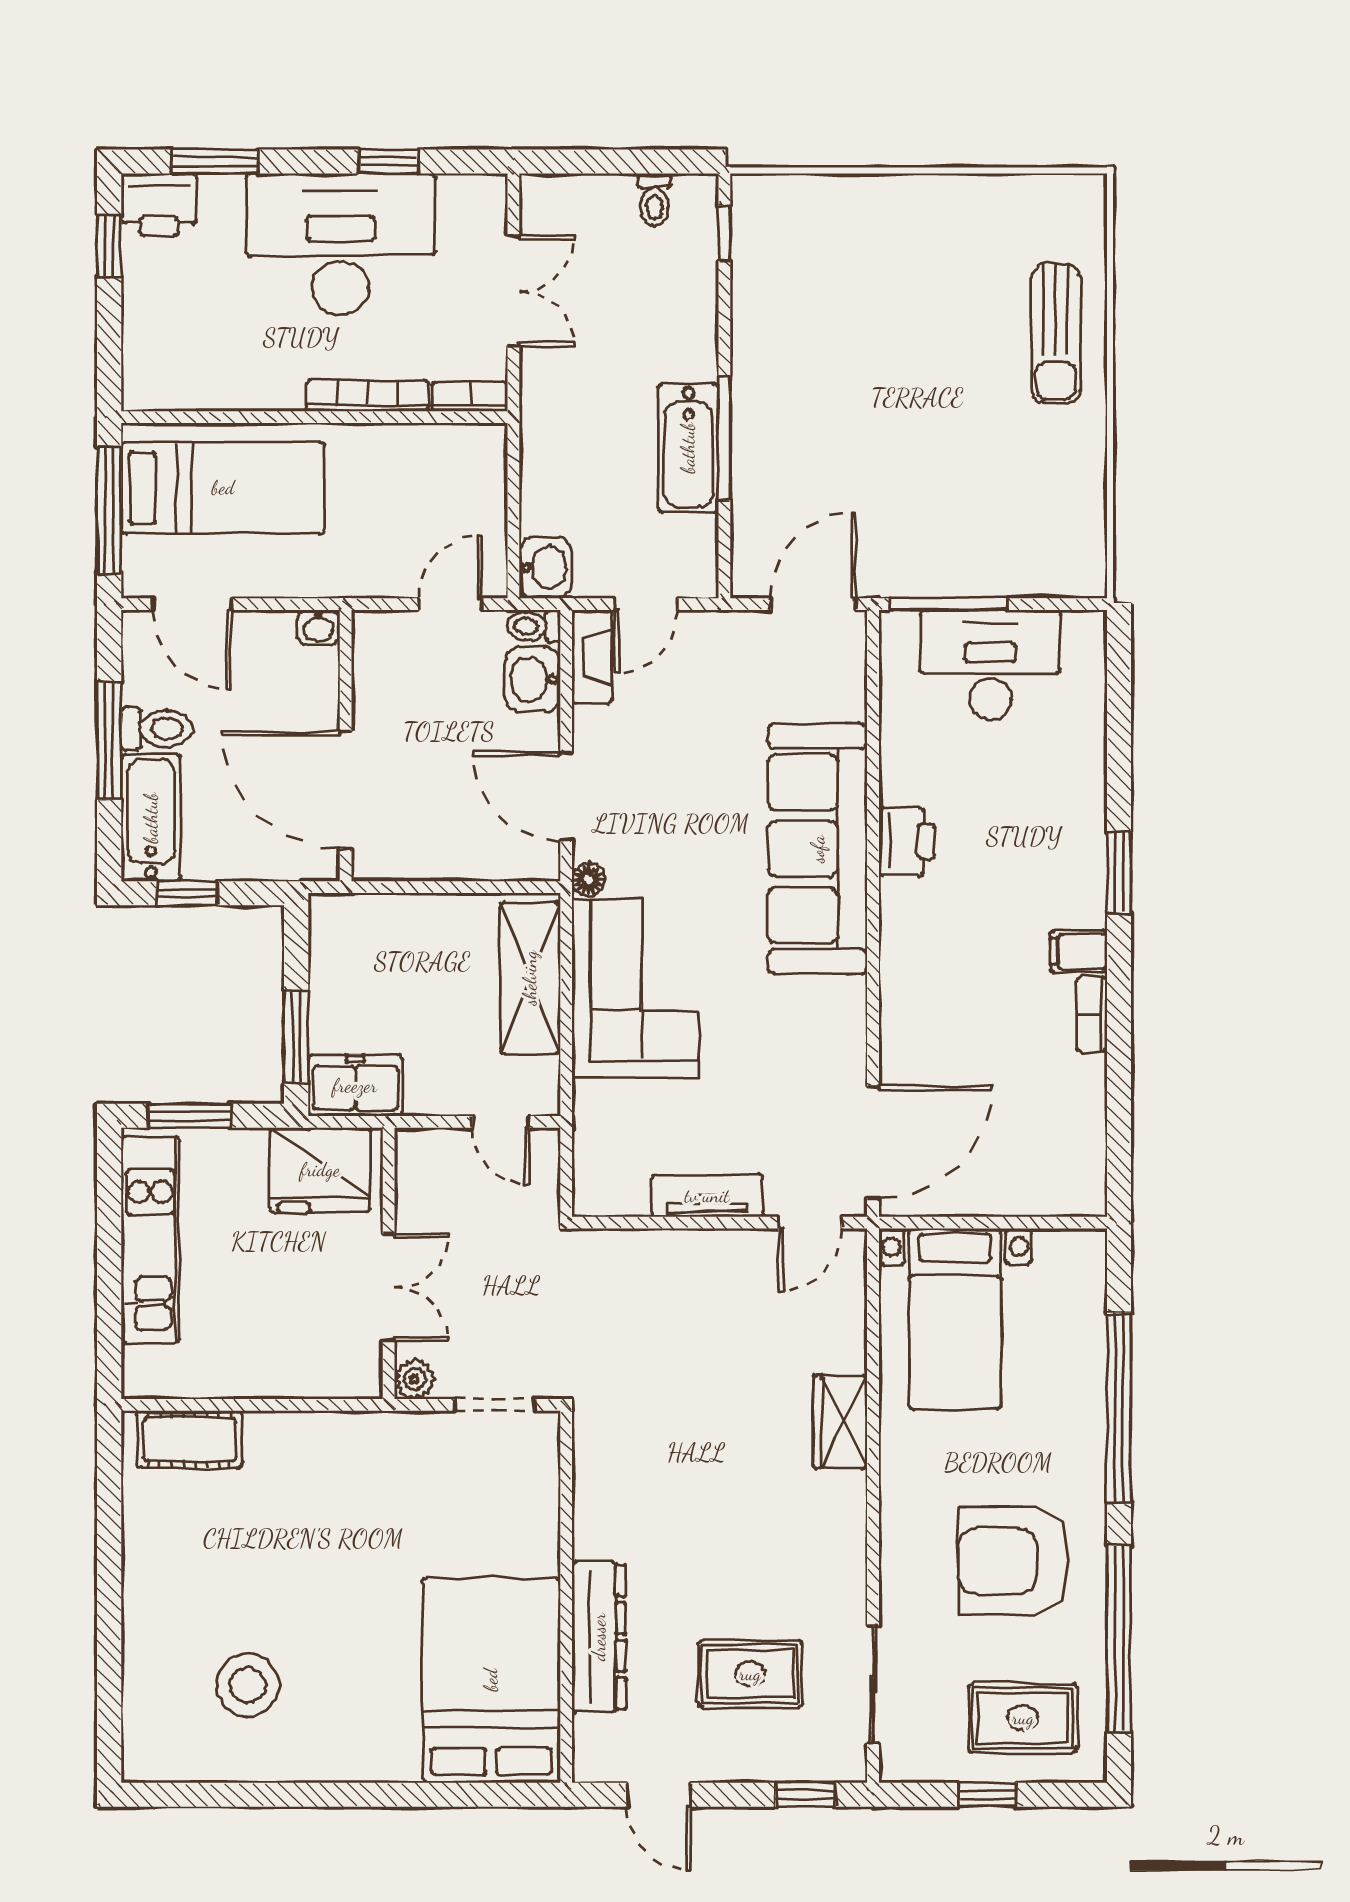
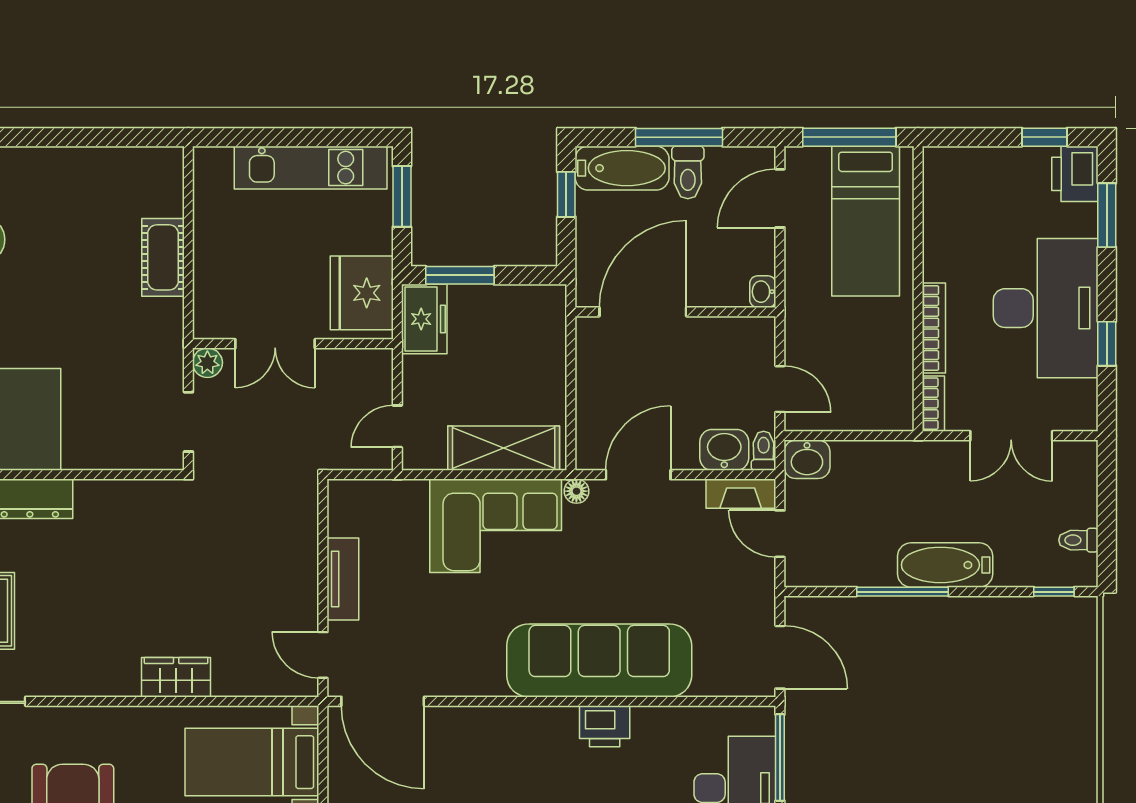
bathtub: (688, 448) -> (945, 565), moved
cot: (190, 1439) -> (163, 257), moved

